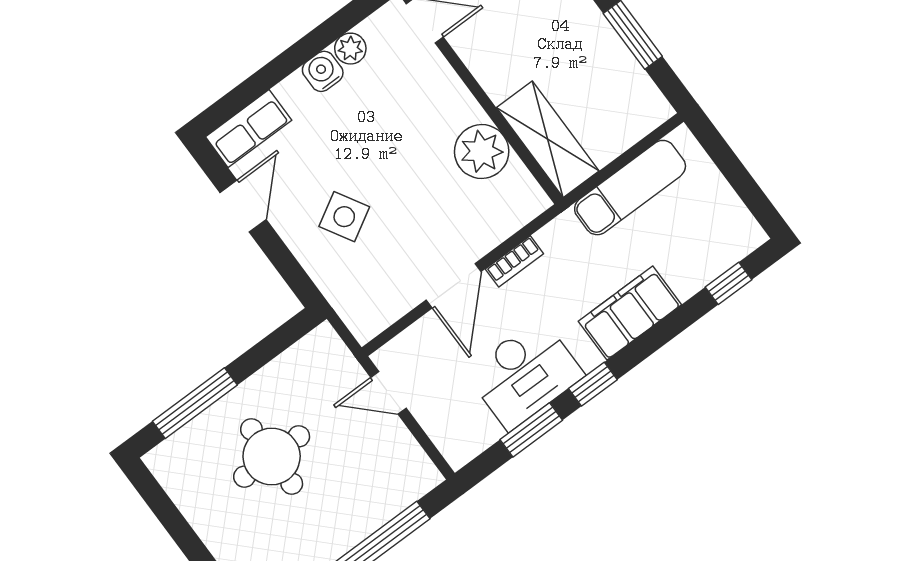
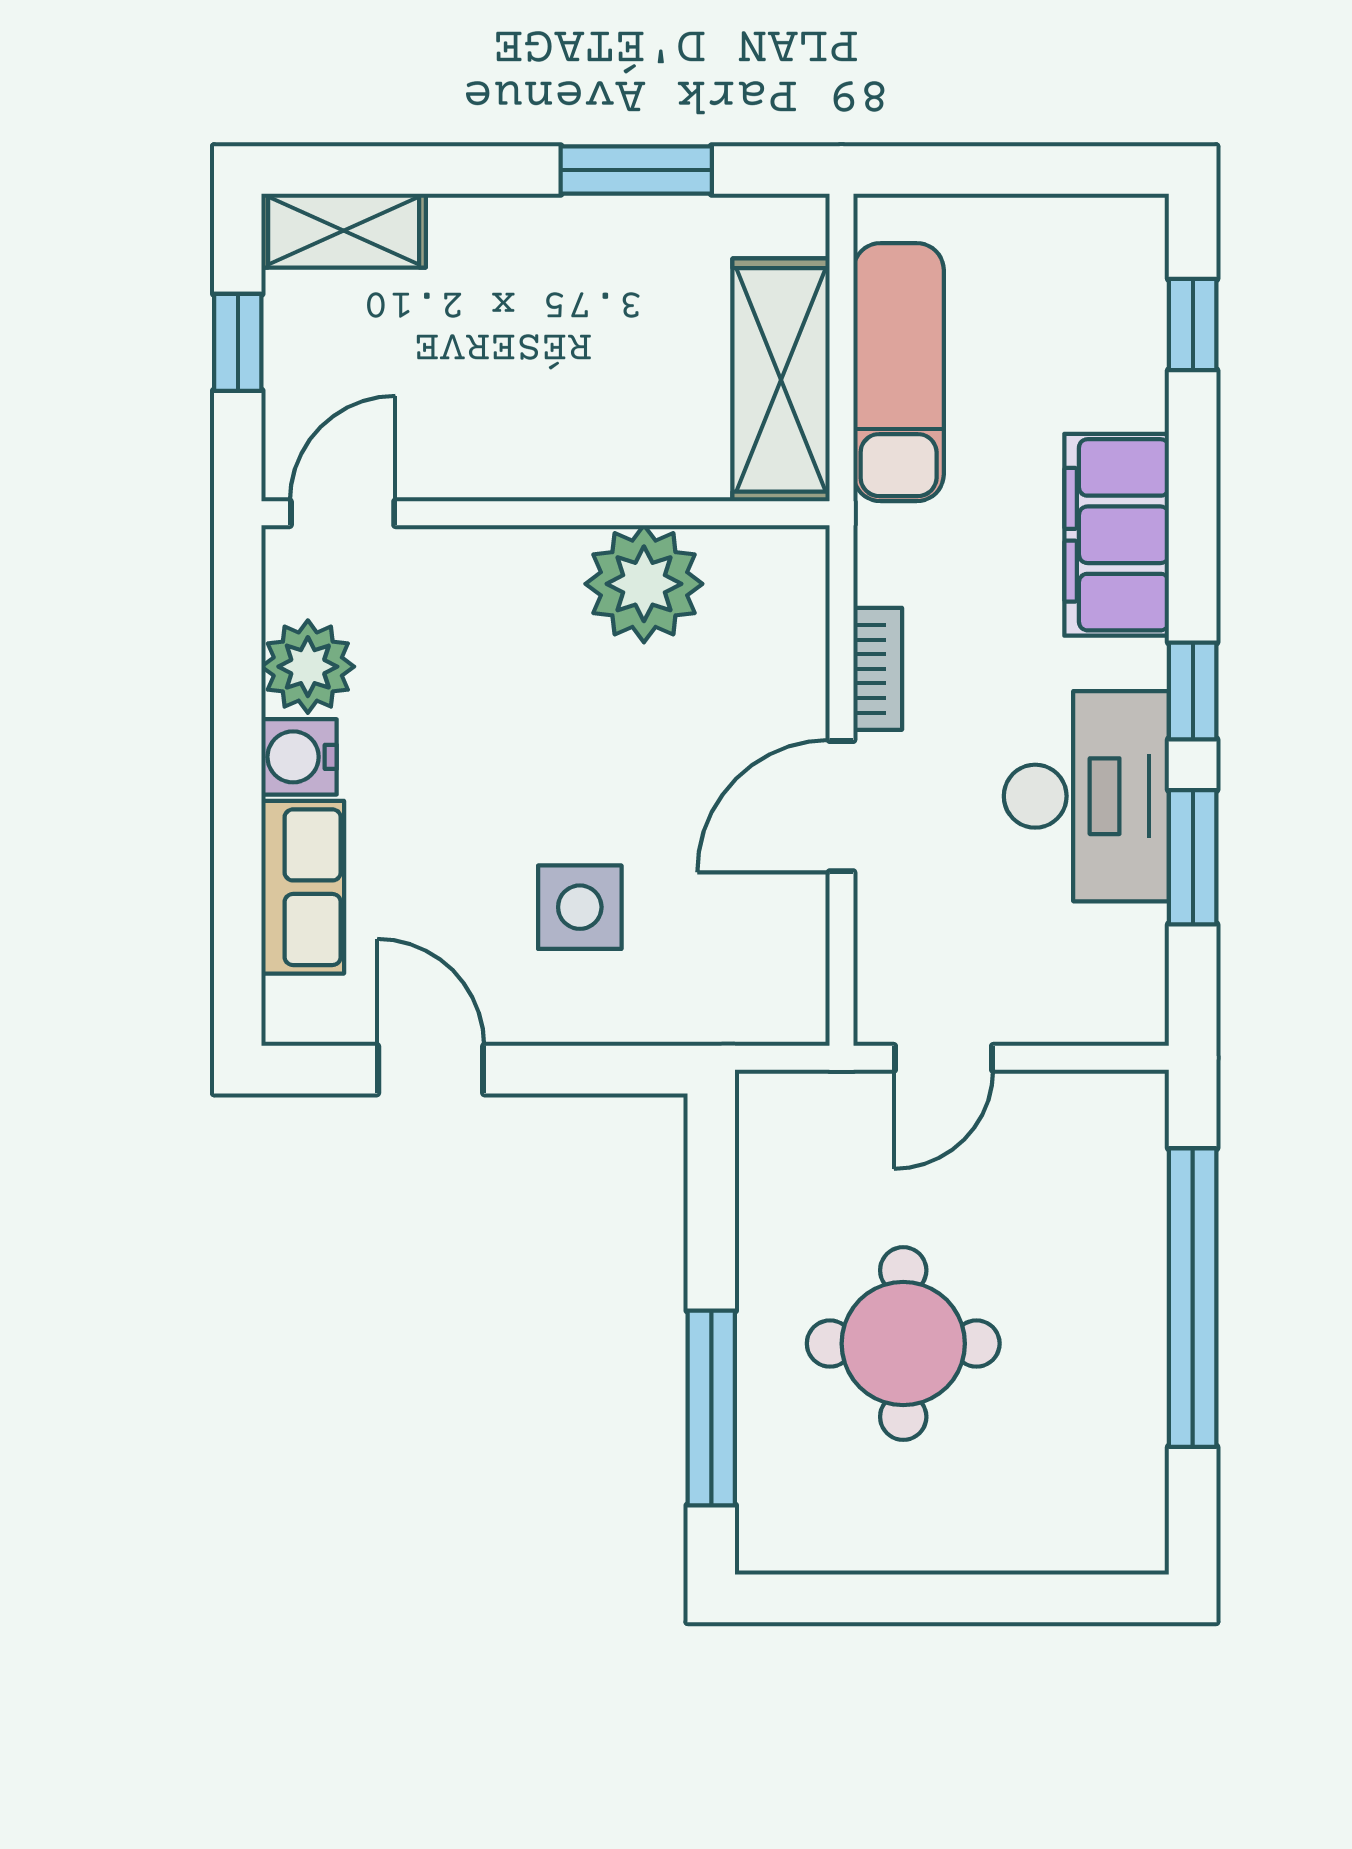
plant: (350, 49) -> (308, 667), width x1.38, depth x1.38
row of seats: (249, 128) -> (303, 887), moved
shelving: (548, 139) -> (781, 380), moved, turned 90
side table: (344, 217) -> (580, 907), turned 30
door: (454, 286) -> (841, 806), swing flipped

